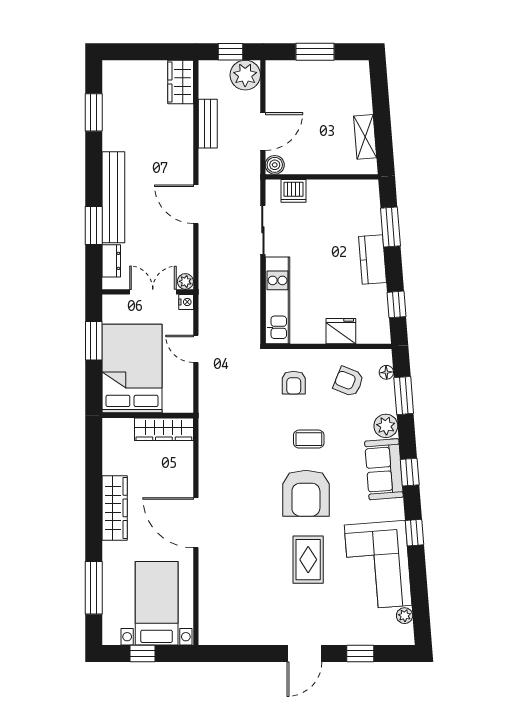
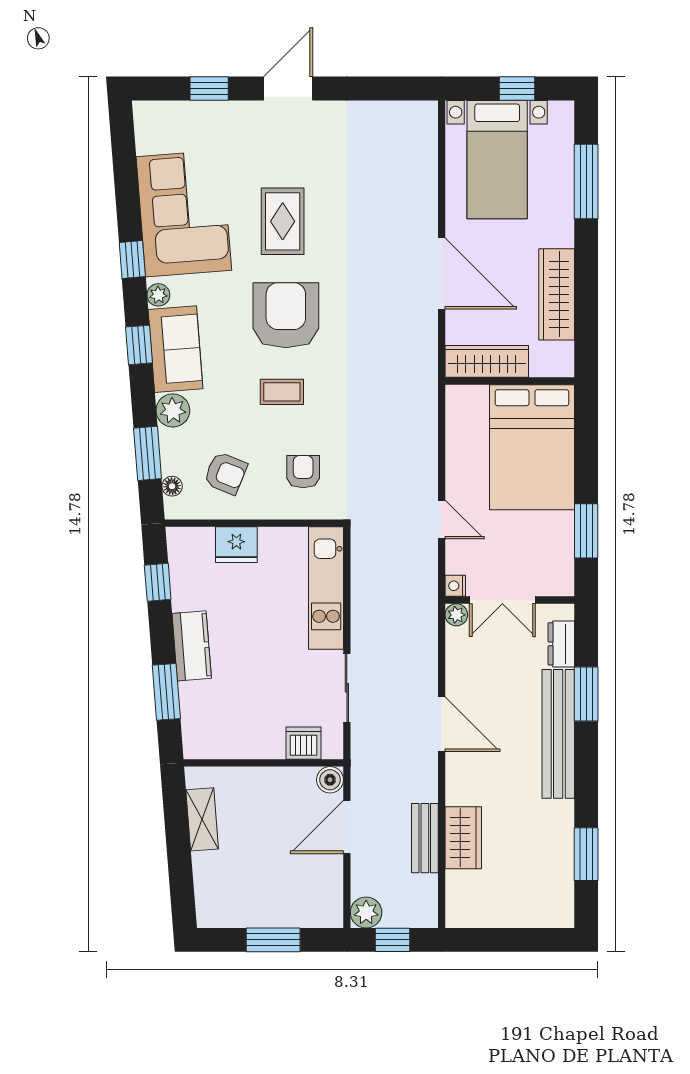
plant: (245, 75) -> (366, 912), width x0.73, depth x0.73
wardrobe: (181, 82) -> (463, 838), moved
bed: (132, 369) -> (532, 447), moved
wall: (148, 415) -> (510, 381), moved
wardrobe: (164, 429) -> (487, 361), moved
plant: (405, 616) -> (158, 295), moved

